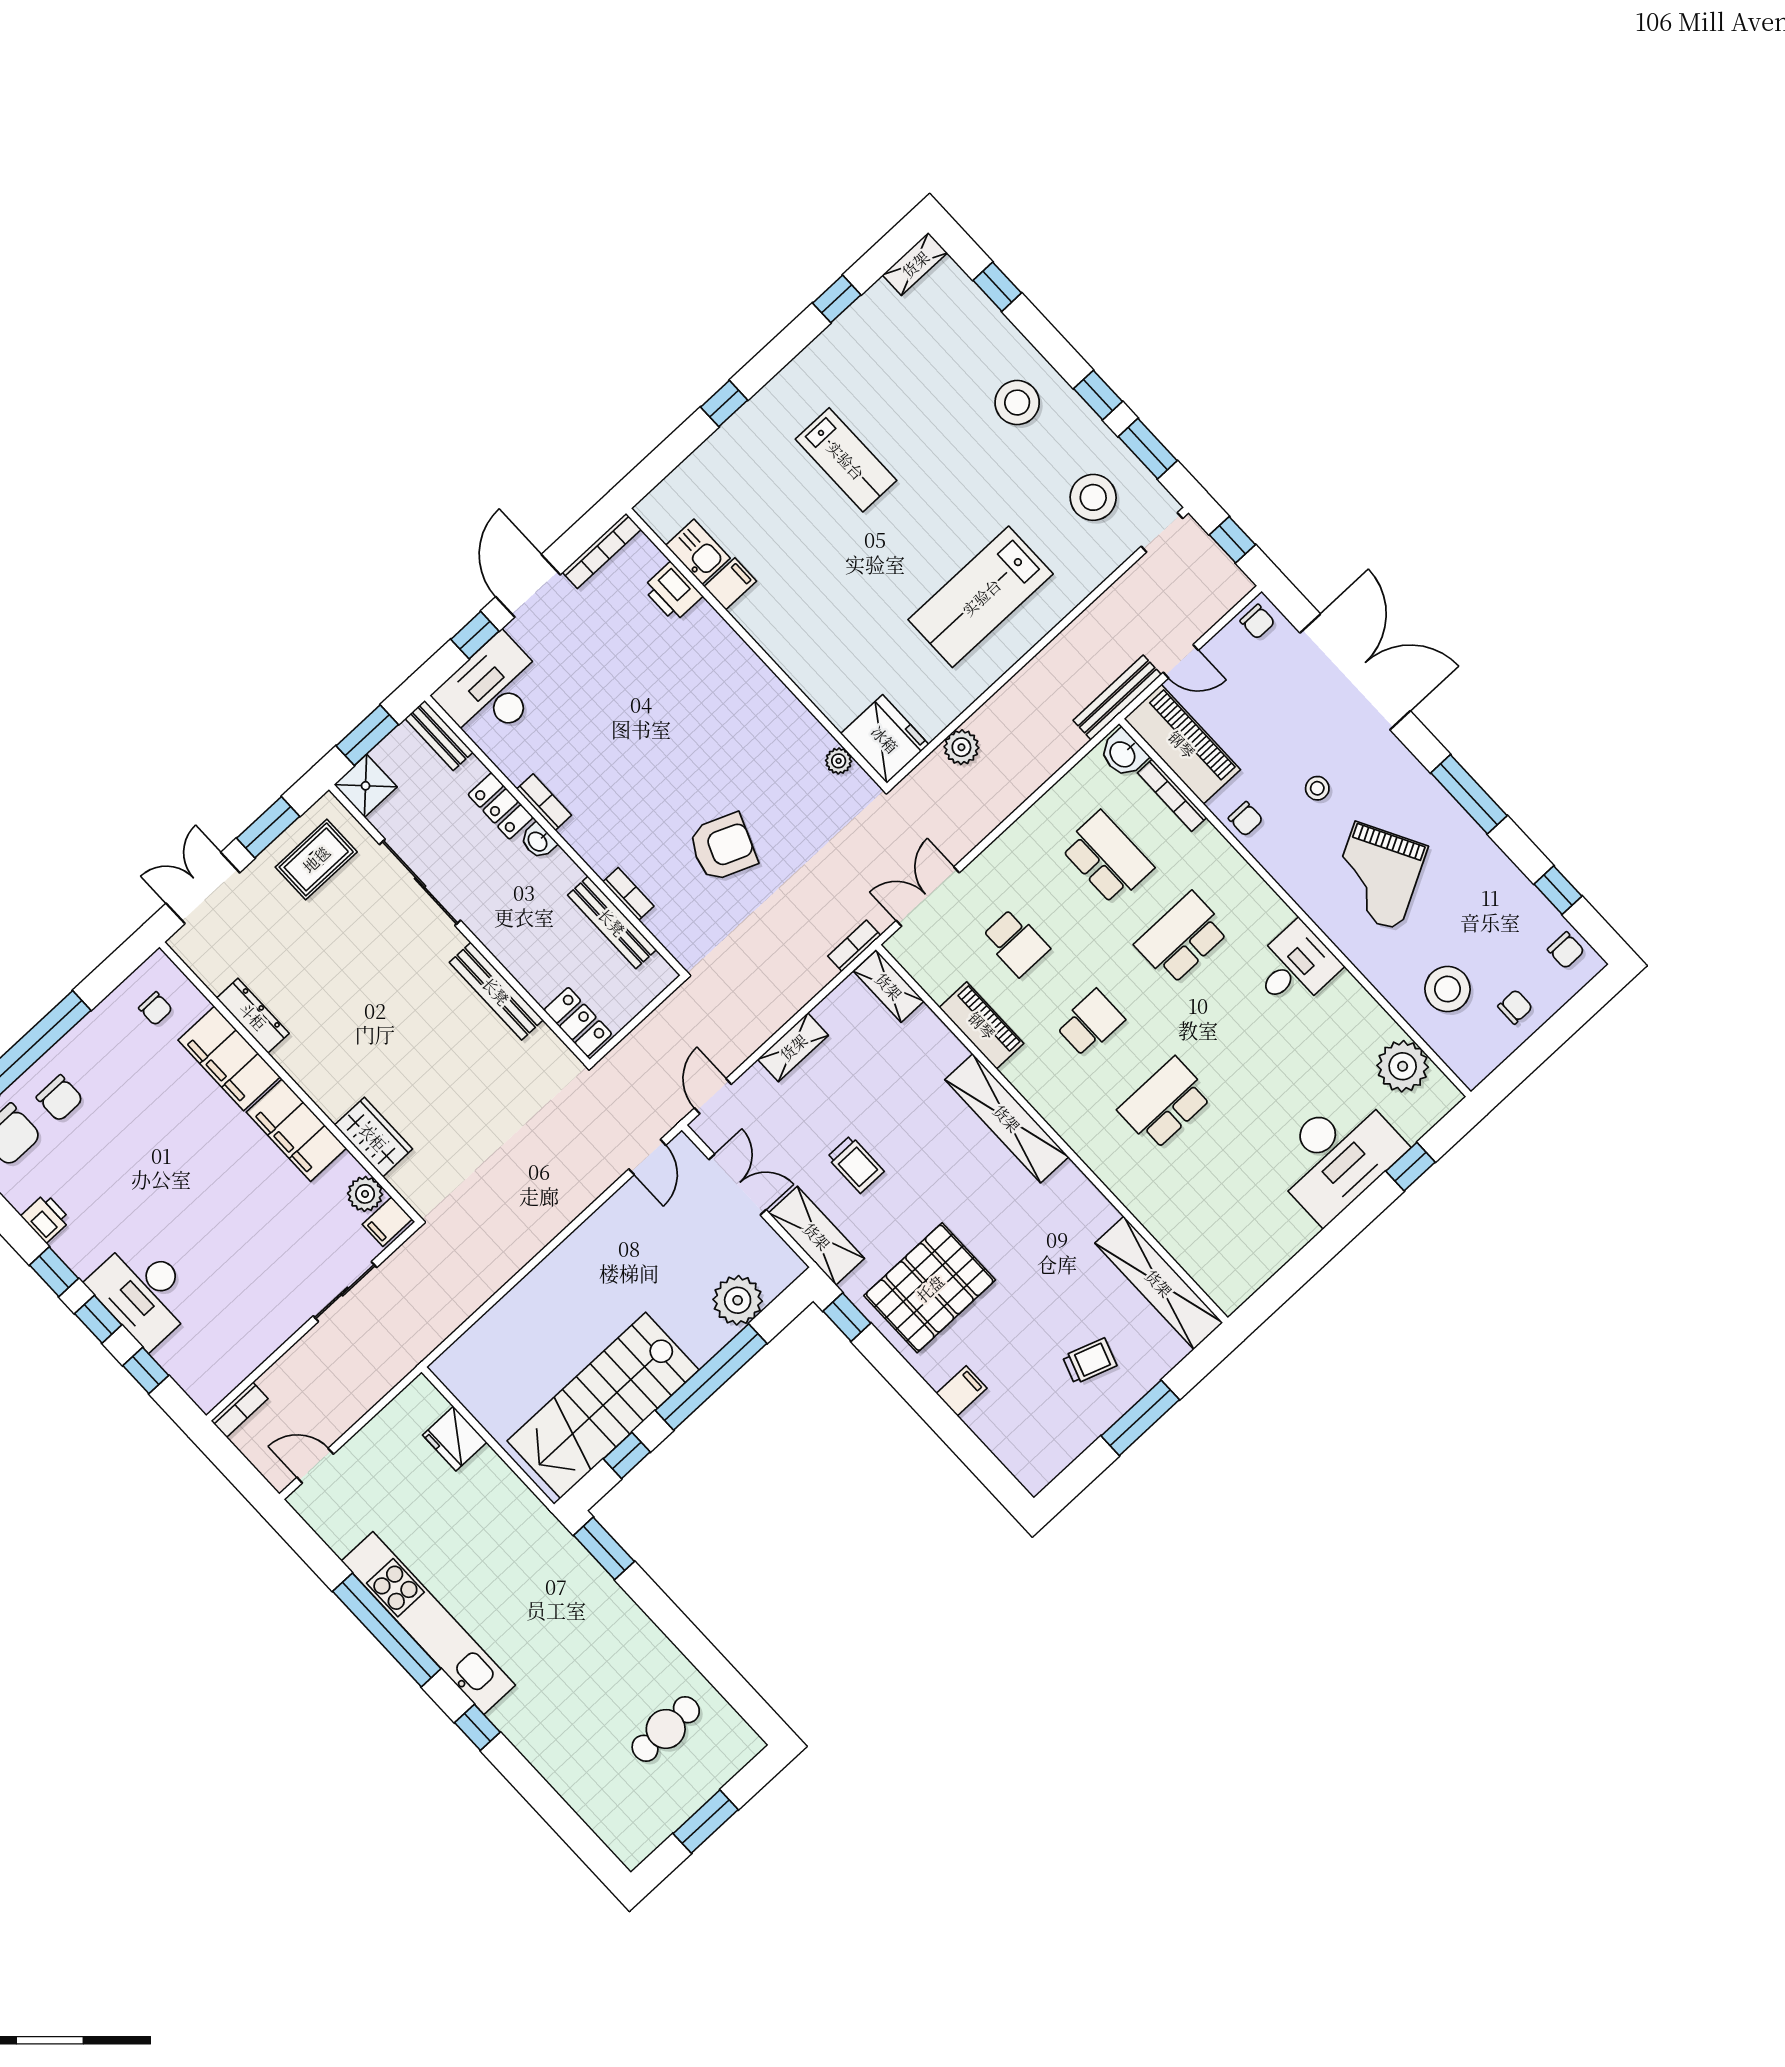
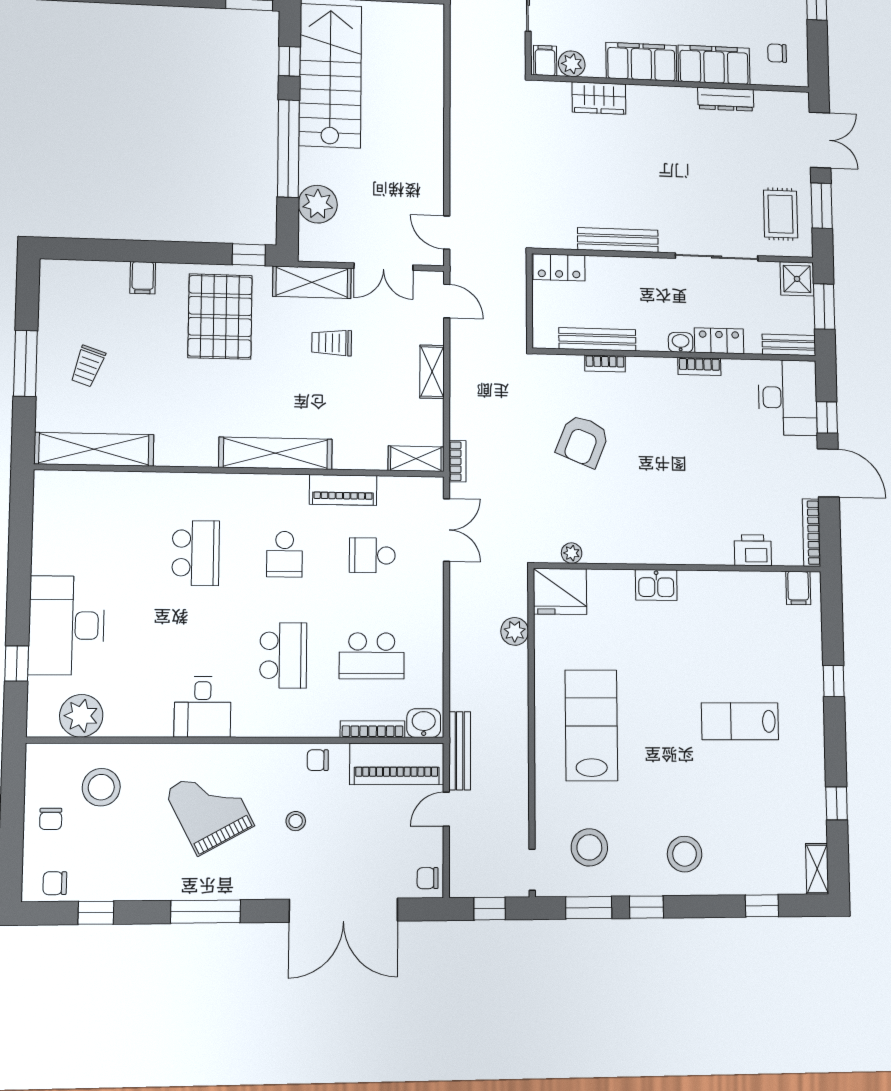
kitchen sink: (698, 552) -> (656, 585), moved
filing cabinet: (730, 584) -> (798, 588), moved

